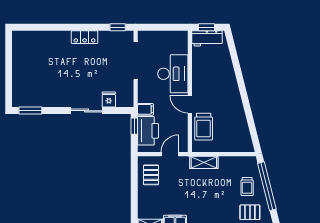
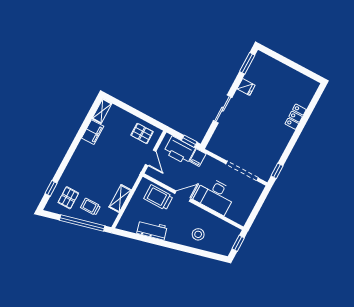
locker: (85, 37) -> (296, 117), moved
workbench: (207, 38) -> (152, 230), moved, turned 76
stool: (218, 70) -> (198, 234), added
fridge: (109, 100) -> (246, 87), moved
shelving: (204, 162) -> (120, 199), moved

